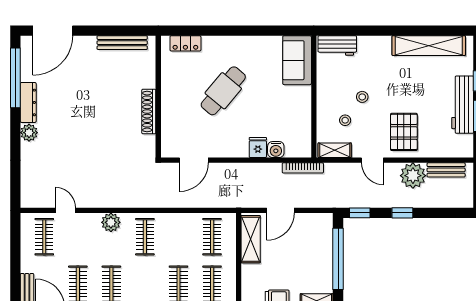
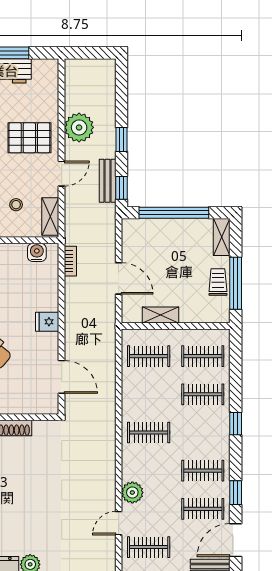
fridge: (258, 147) -> (47, 322), moved
water cooler: (276, 150) -> (37, 252), moved, turned -90
bookcase: (303, 168) -> (70, 261), width x0.64
bench: (446, 170) -> (108, 181), moved
plant: (111, 222) -> (132, 492), moved
shelving: (251, 239) -> (160, 315), width x0.67, depth x0.75

